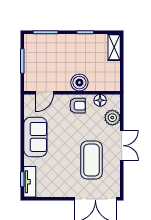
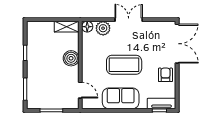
shelving: (114, 47) -> (67, 27), moved
floor lamp: (100, 100) -> (87, 27), moved
armchair: (78, 106) -> (165, 75), moved
coffee table: (91, 160) -> (124, 65), moved

